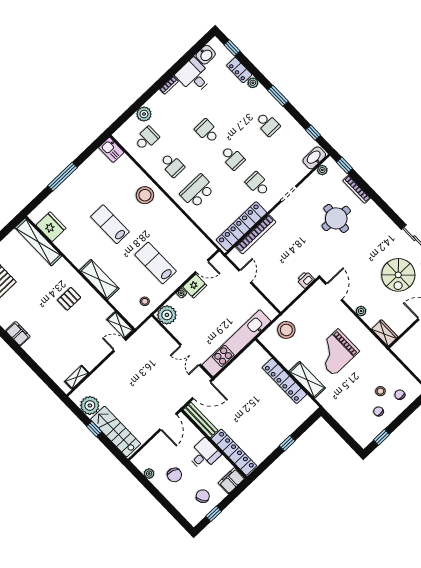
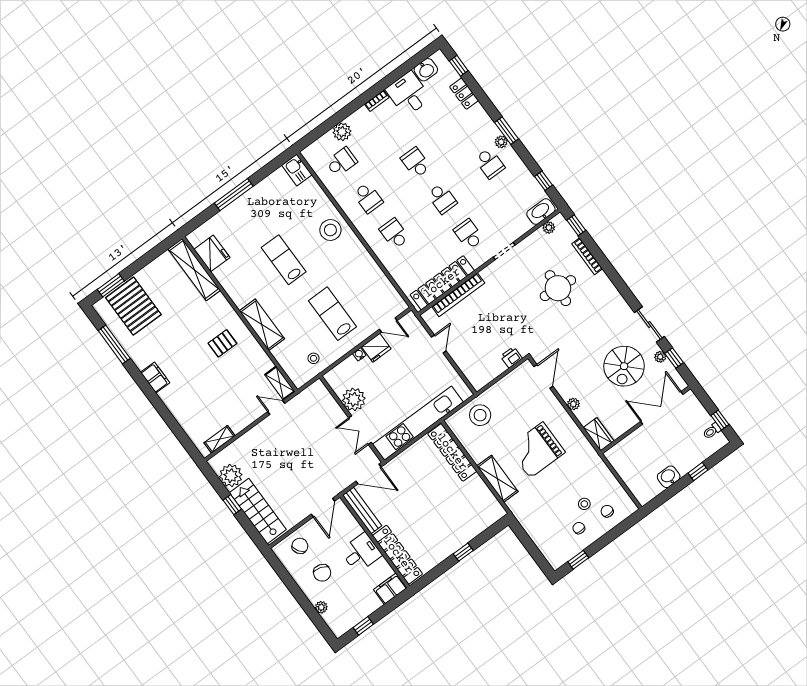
plant: (253, 83) -> (501, 142), moved
school desk: (197, 191) -> (394, 234), width x0.54
plant: (167, 315) -> (354, 399), moved
locker: (284, 381) -> (452, 452), moved
plant: (149, 474) -> (321, 607), moved
chair: (203, 496) -> (300, 546), moved

